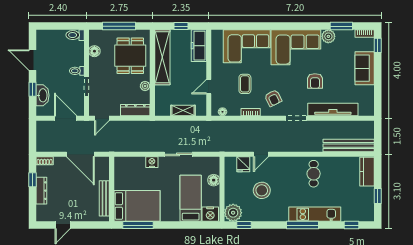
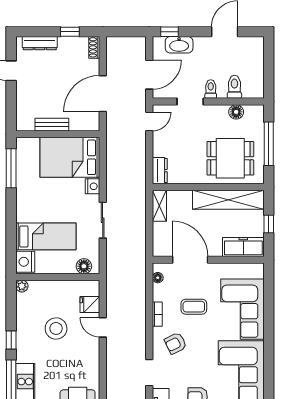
toilet: (75, 35) -> (234, 87), moved
plant: (145, 86) -> (191, 177), removed
door: (209, 87) -> (190, 260), width x1.88
window: (32, 89) -> (170, 32), moved
dresser: (135, 110) -> (160, 171), width x0.70
shelving: (183, 110) -> (159, 206), moved
door: (102, 118) -> (149, 121), swing flipped
floor lamp: (214, 180) -> (84, 266), moved
dresser: (41, 191) -> (40, 43), moved
bench: (104, 198) -> (52, 125), width x0.73
bed: (137, 206) -> (70, 157), moved, turned 90
plant: (233, 213) -> (22, 286), width x0.53, depth x0.53
window: (244, 225) -> (11, 340), moved

